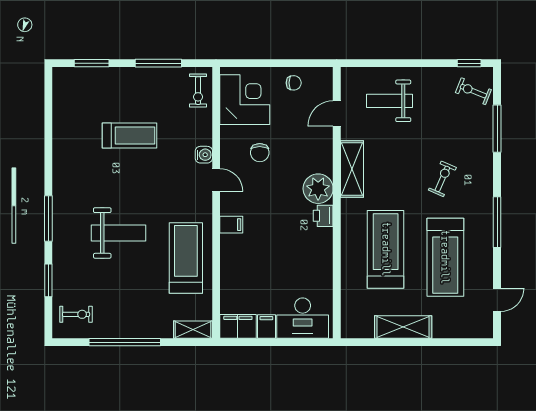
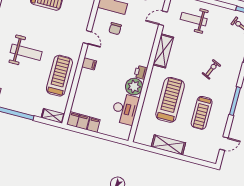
water cooler: (204, 155) -> (84, 22), removed
plant: (318, 189) -> (134, 87), moved
treadmill: (445, 257) -> (202, 113), width x0.73, depth x0.73
desk: (303, 318) -> (125, 109), moved, turned -90

